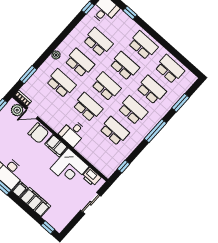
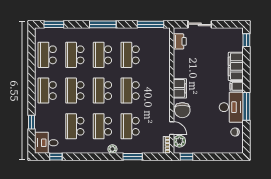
window: (28, 75) -> (133, 157), moved
window: (180, 103) -> (54, 24), moved
chair: (38, 133) -> (182, 110), turned 180
desk: (73, 133) -> (159, 85), removed
window: (123, 167) -> (151, 24), width x2.17
corner desk: (70, 168) -> (187, 64), removed

